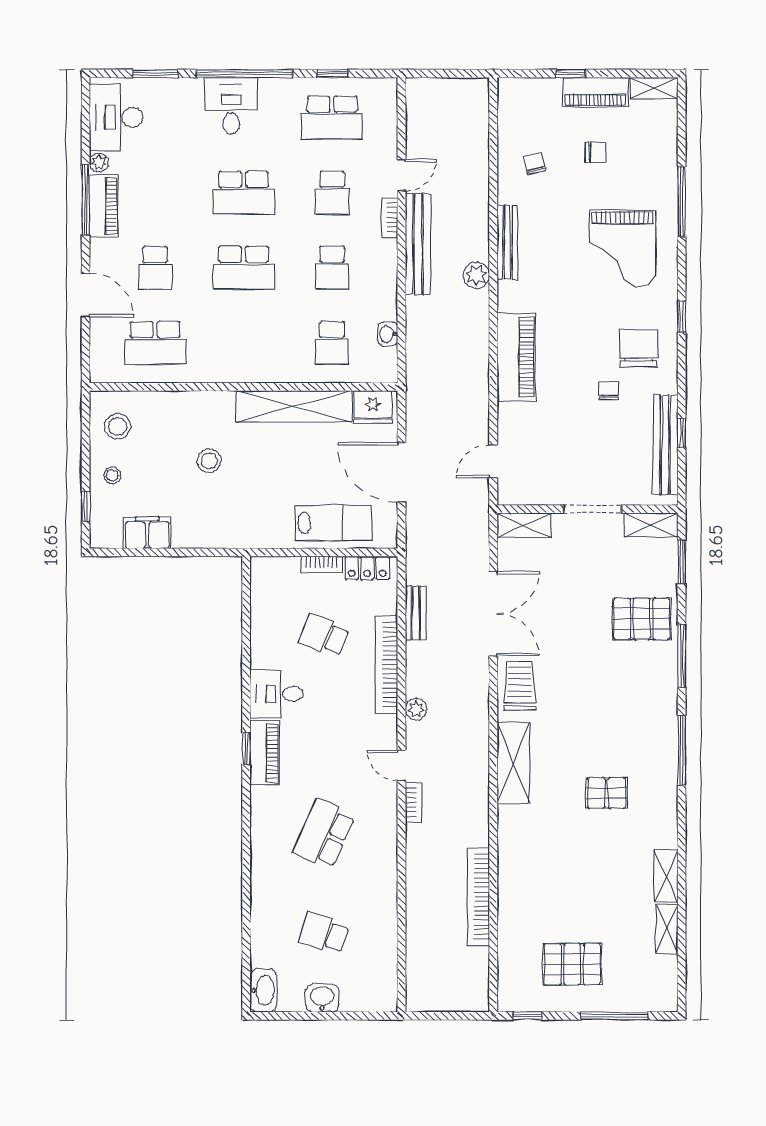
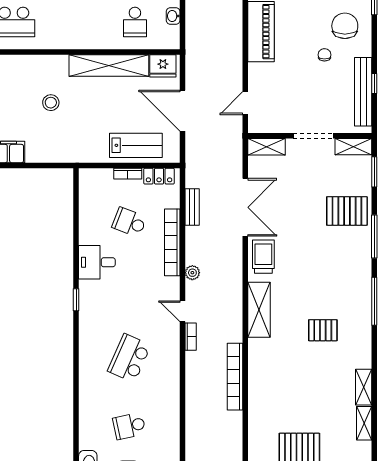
piano: (264, 753) -> (89, 303), removed
bookcase: (478, 897) -> (235, 377), moved
school desk: (324, 933) -> (129, 426), turned -30

